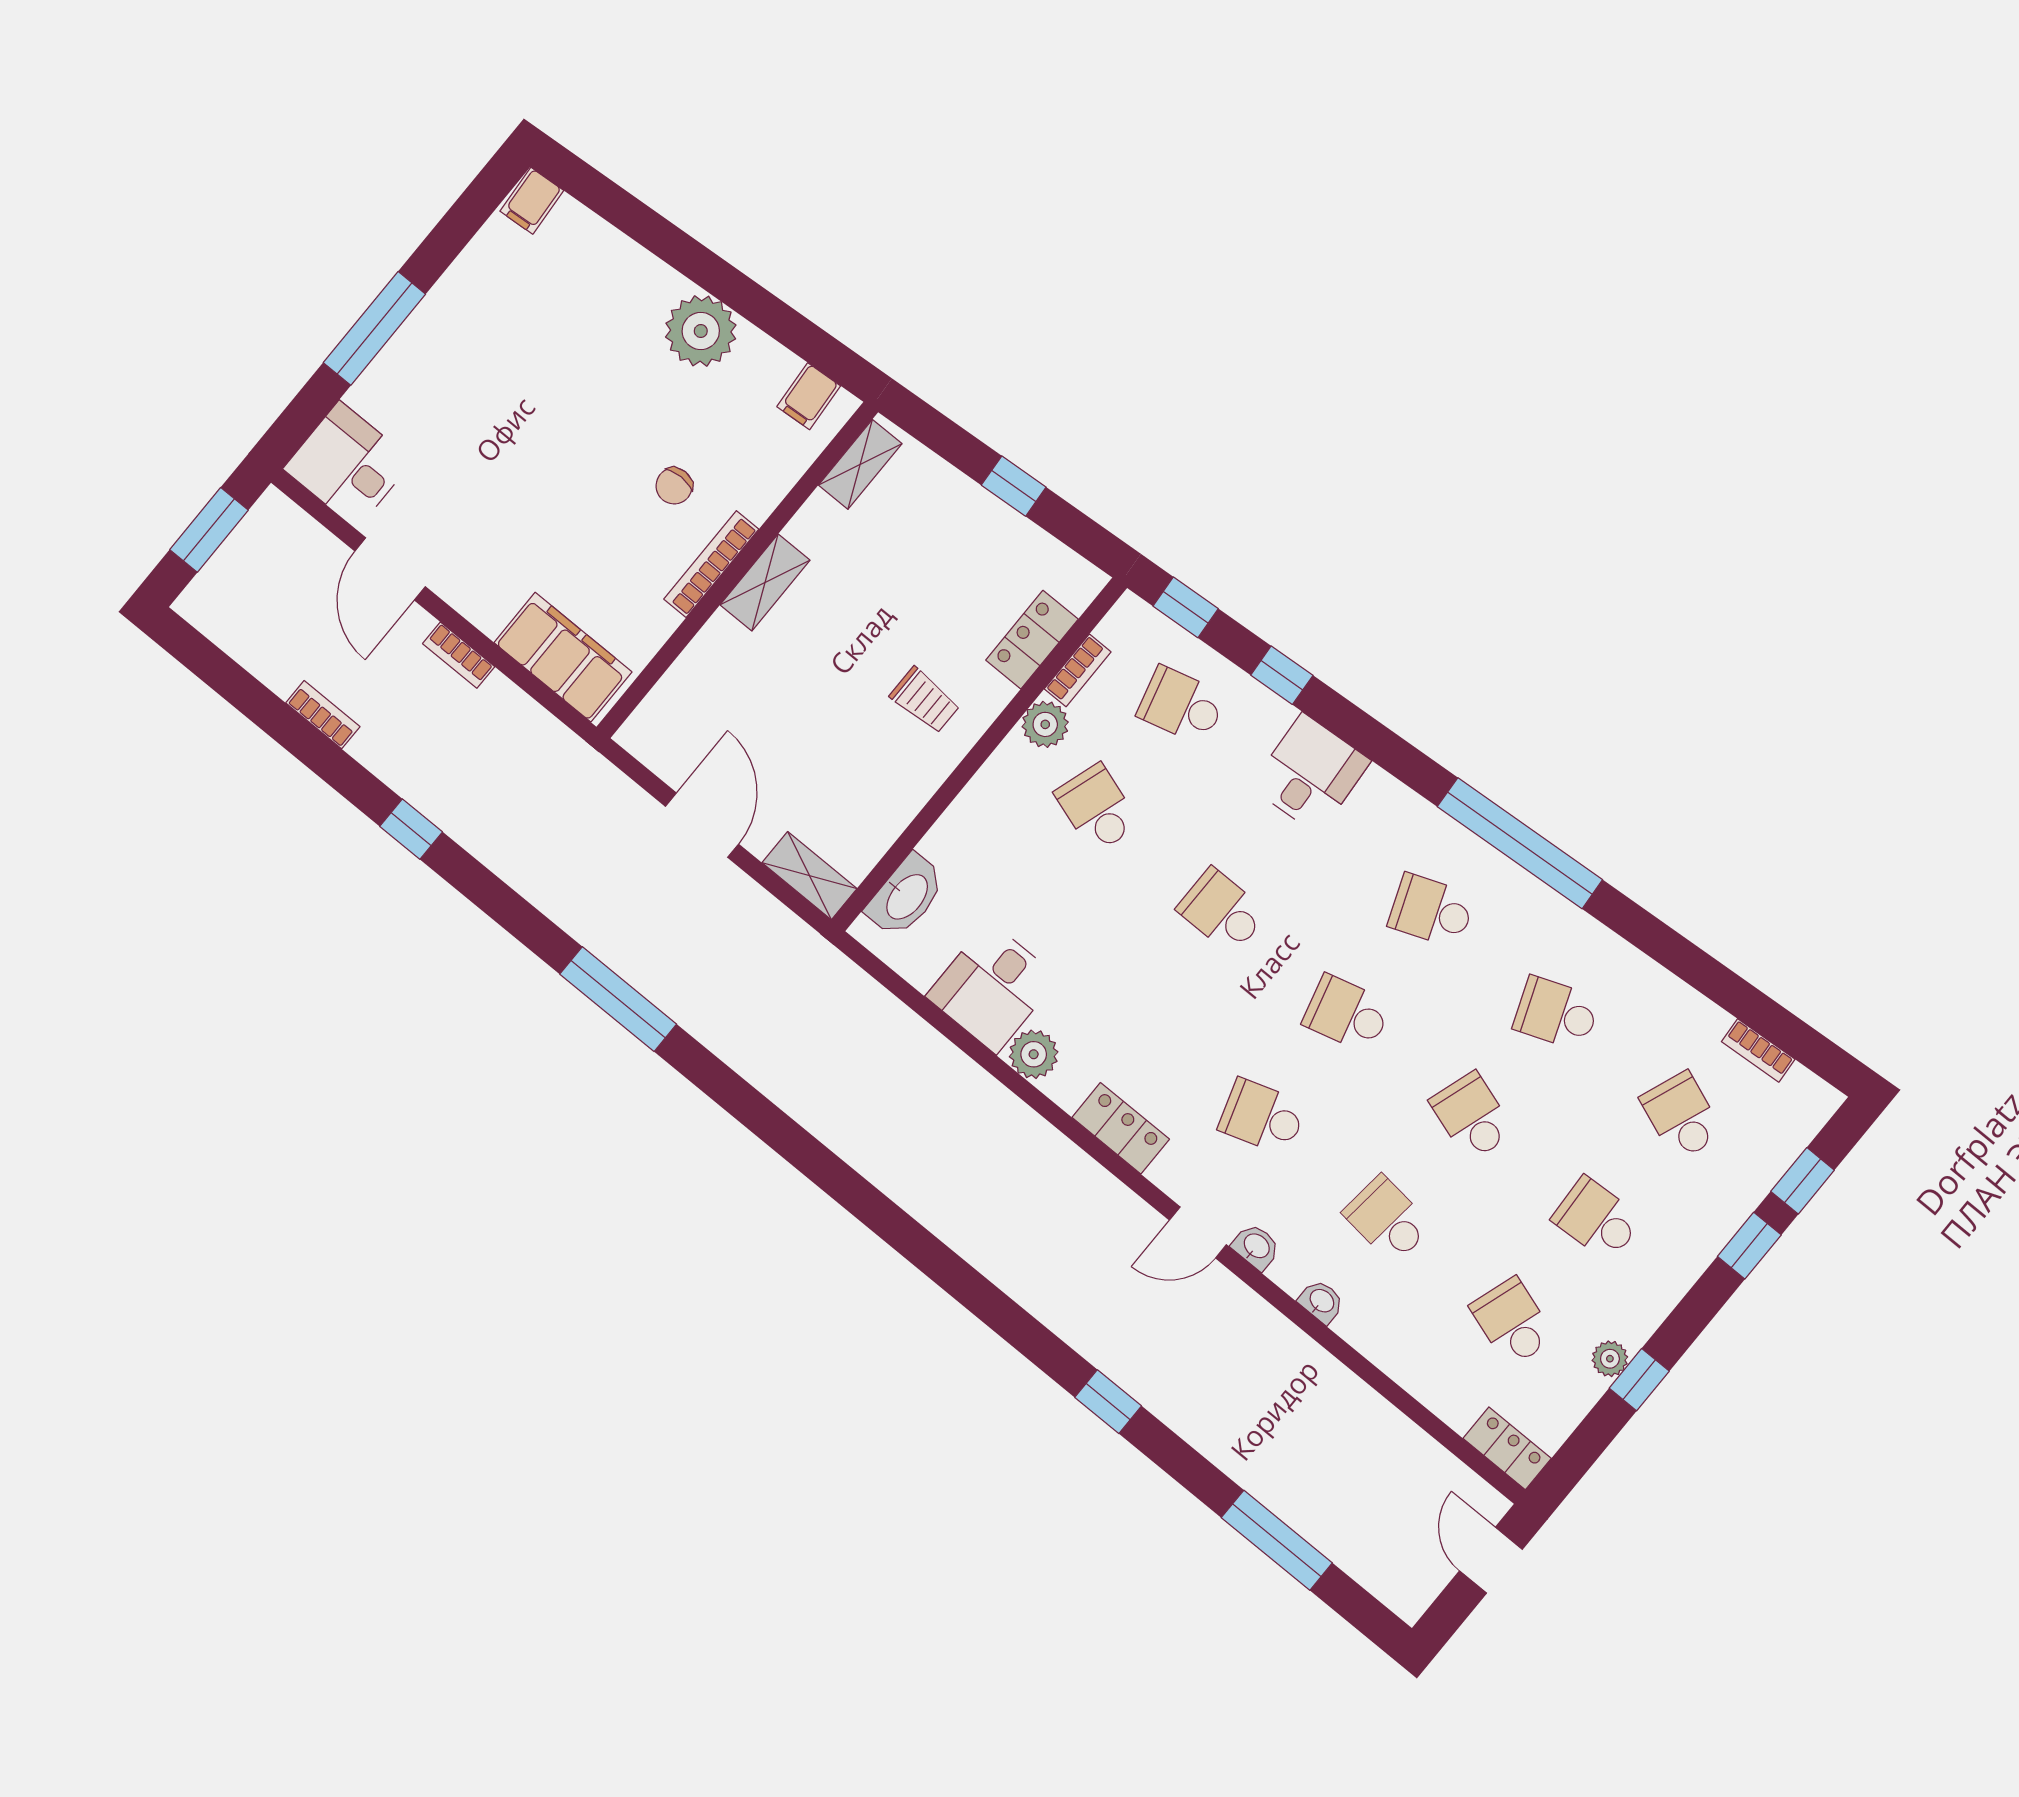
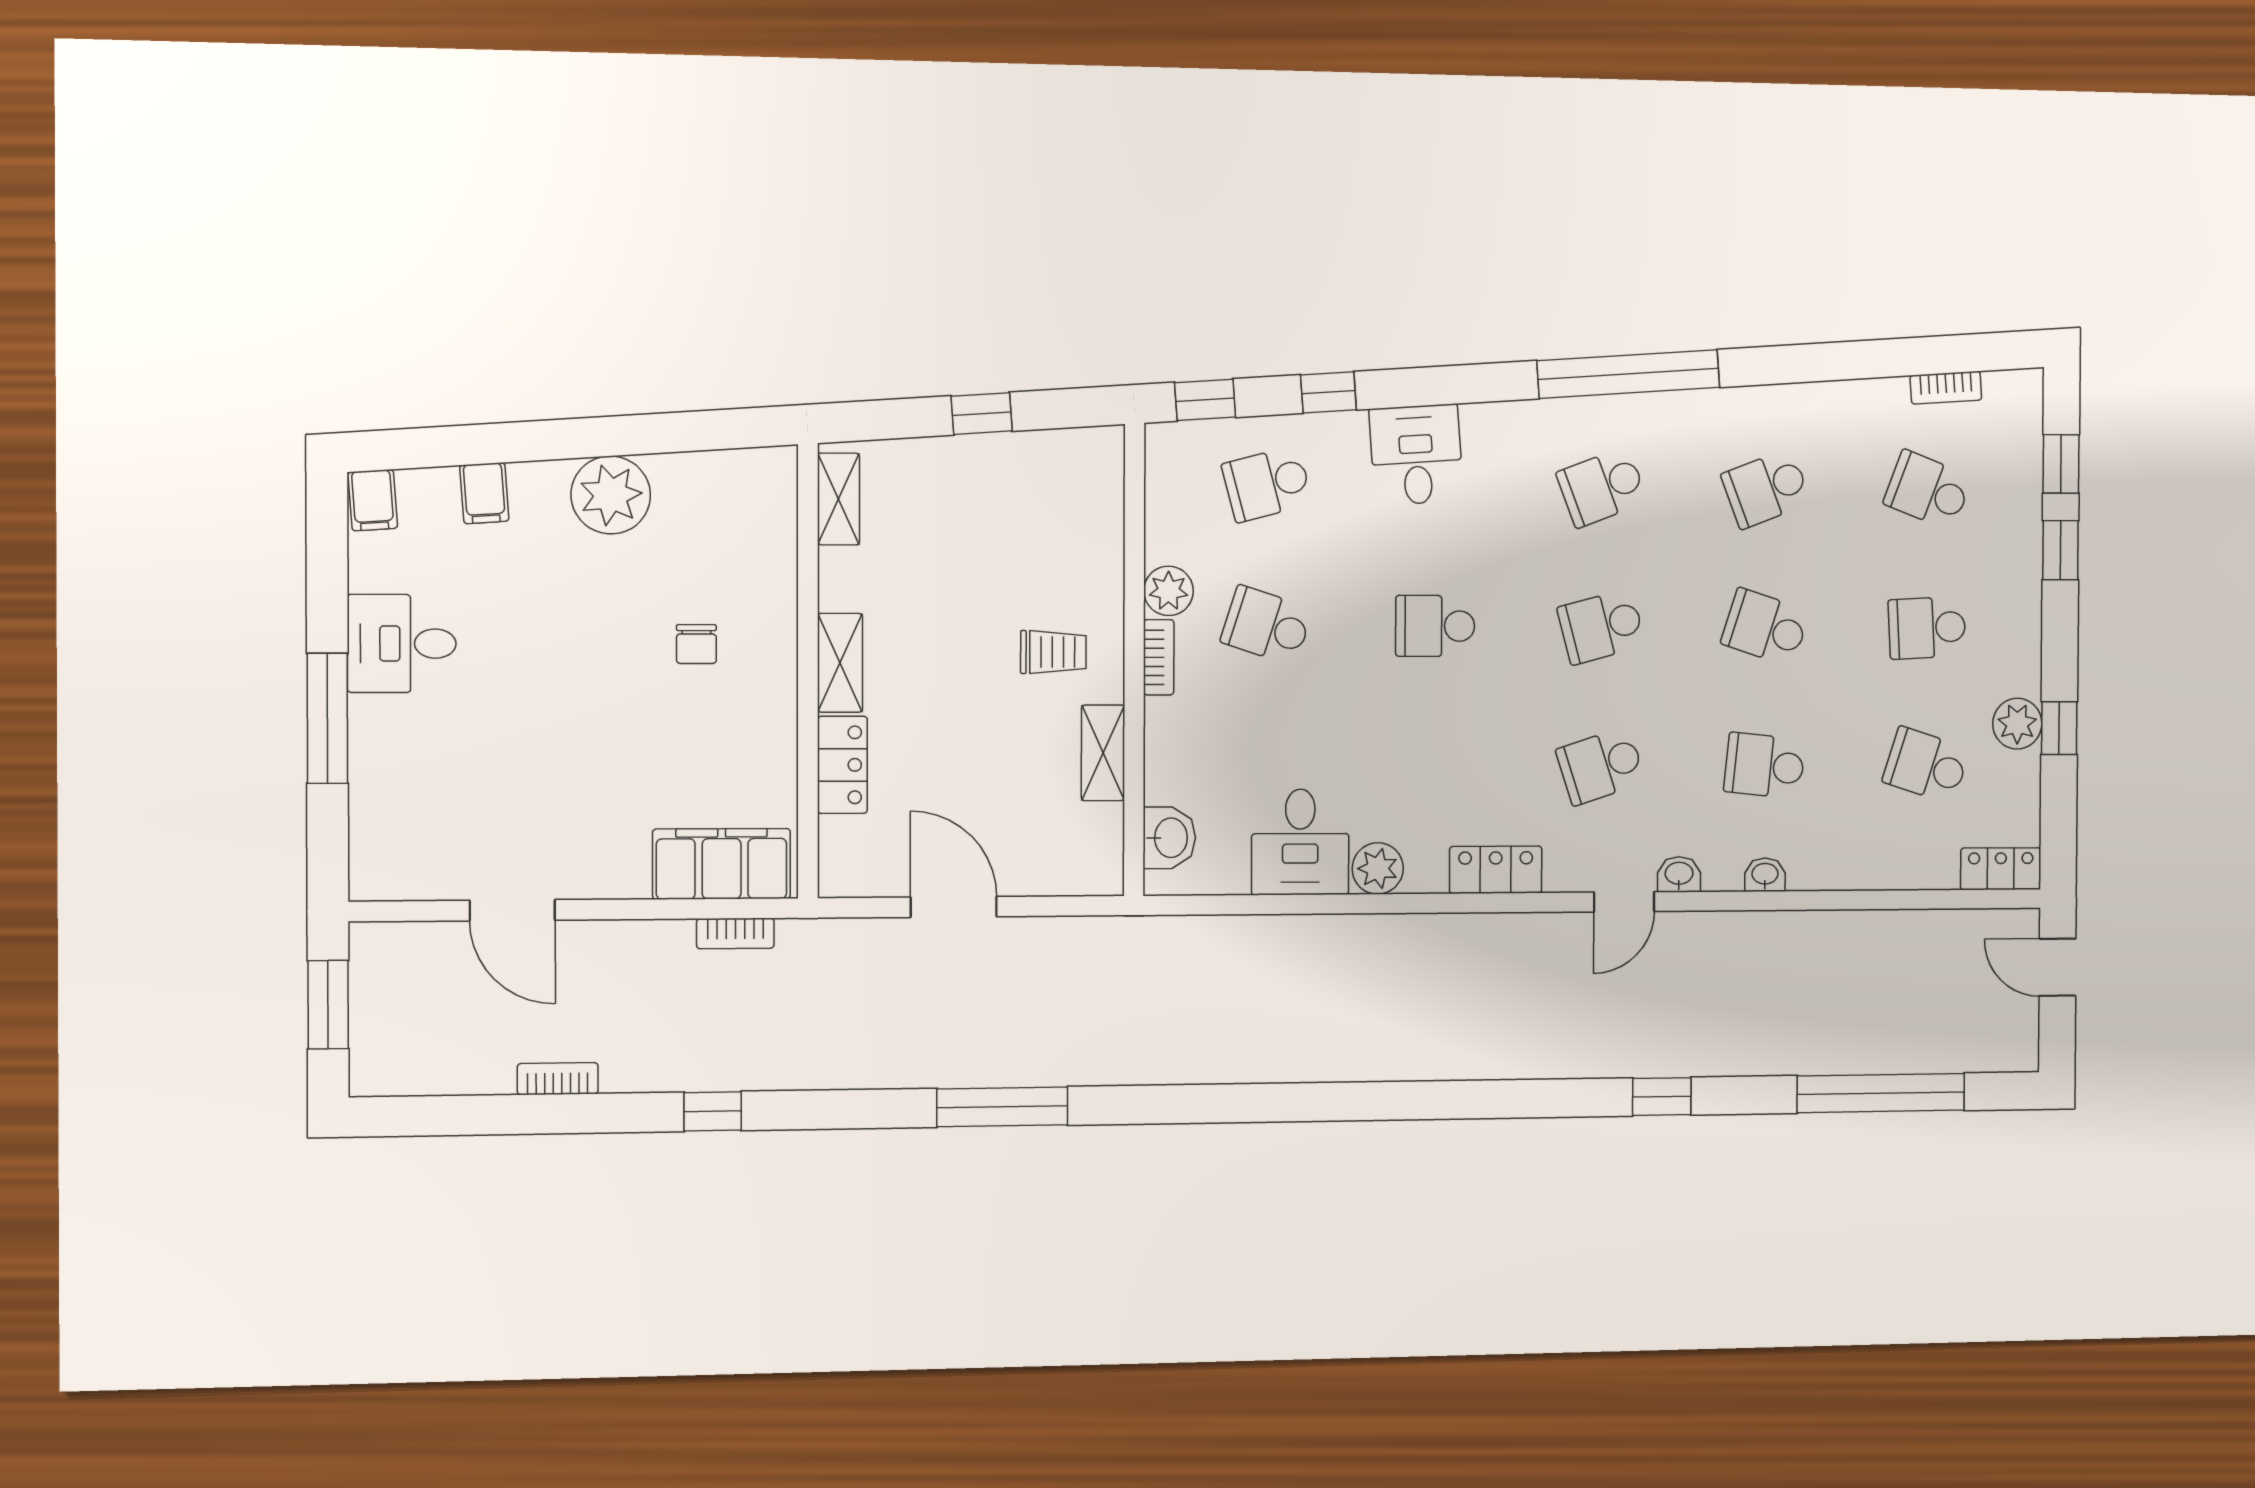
filing cabinet: (809, 396) -> (484, 493), moved
desk: (348, 465) -> (402, 644), moved
bookcase: (711, 564) -> (782, 684), removed
locker: (1032, 640) -> (842, 765), moved, turned 180
bookcase: (459, 655) -> (735, 933), moved
bookcase: (1078, 670) -> (1159, 657), moved
shelving: (809, 876) -> (1103, 753), moved, turned 90
washbasin: (906, 896) -> (1169, 838), width x0.72
plant: (1610, 1359) -> (2017, 724), width x1.38, depth x1.38
window: (1277, 1540) -> (1881, 1093), width x1.46

